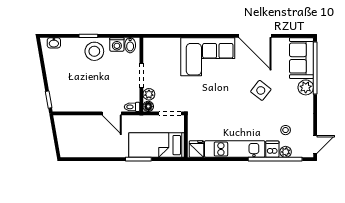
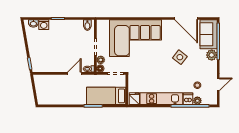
door: (255, 36) -> (186, 19), moved
washing machine: (117, 44) -> (44, 25), moved
stool: (94, 51) -> (62, 29), removed
corner sofa: (208, 57) -> (135, 38), width x1.36, depth x1.36
door: (112, 113) -> (74, 73), swing flipped
door: (315, 144) -> (218, 84), moved

